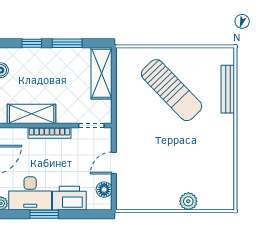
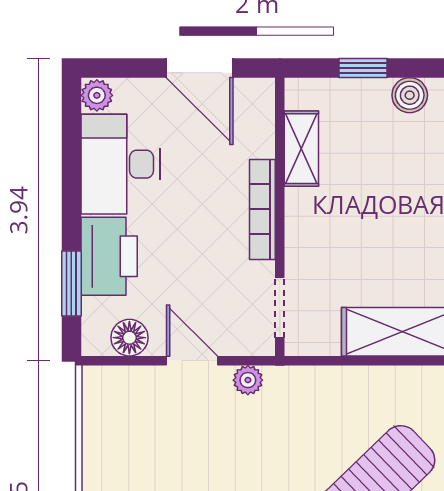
shelving: (32, 114) -> (301, 149), width x0.67, depth x0.75
plant: (122, 139) -> (248, 380), added
window: (44, 214) -> (71, 284), moved

